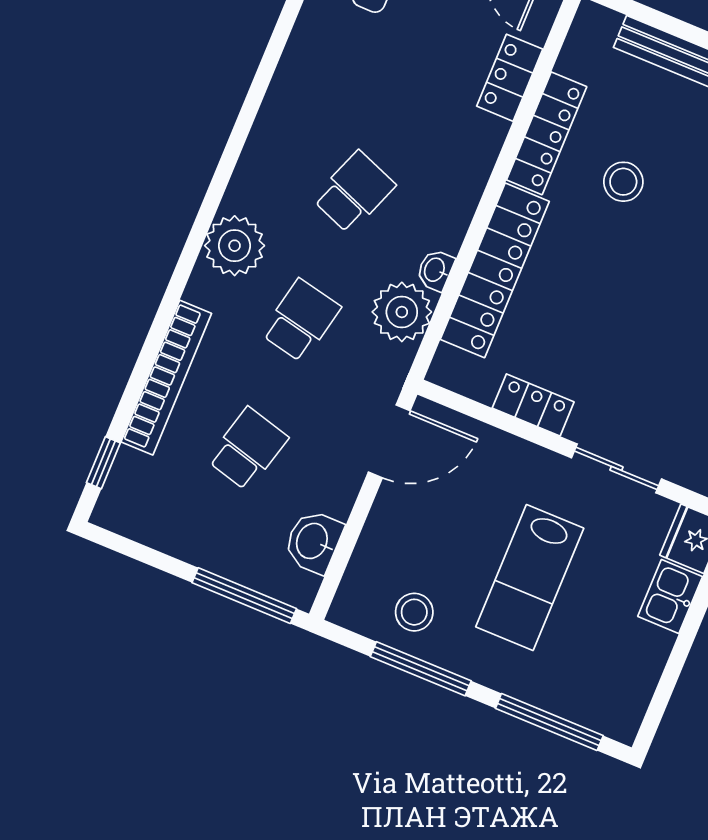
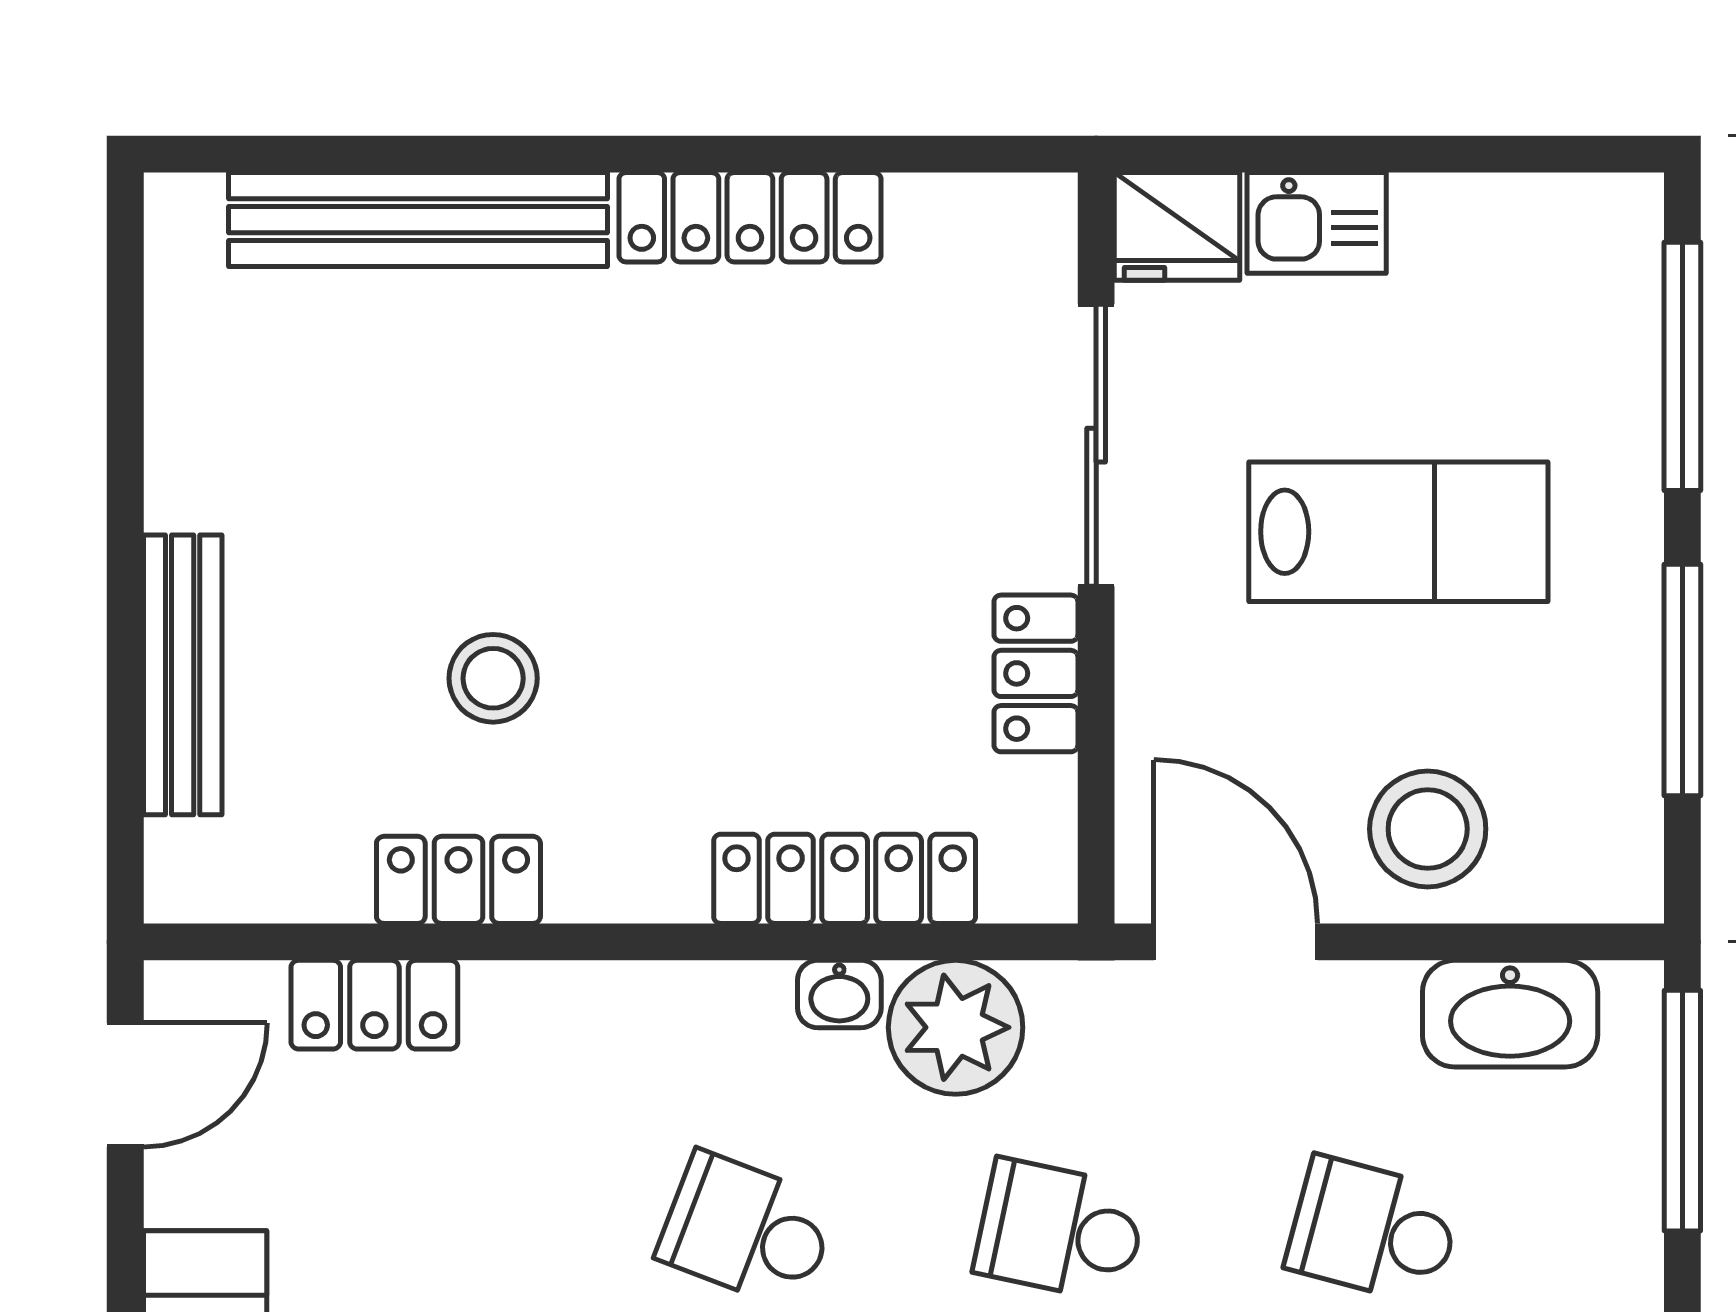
locker: (547, 133) -> (458, 880), width x0.66
locker: (495, 270) -> (845, 879), width x0.71, depth x0.83
sliding door: (616, 468) -> (1096, 445), width x1.37
washbasin: (313, 542) -> (1510, 1014), width x1.38
stool: (414, 612) -> (1428, 829), moved, width x1.38, depth x1.38

